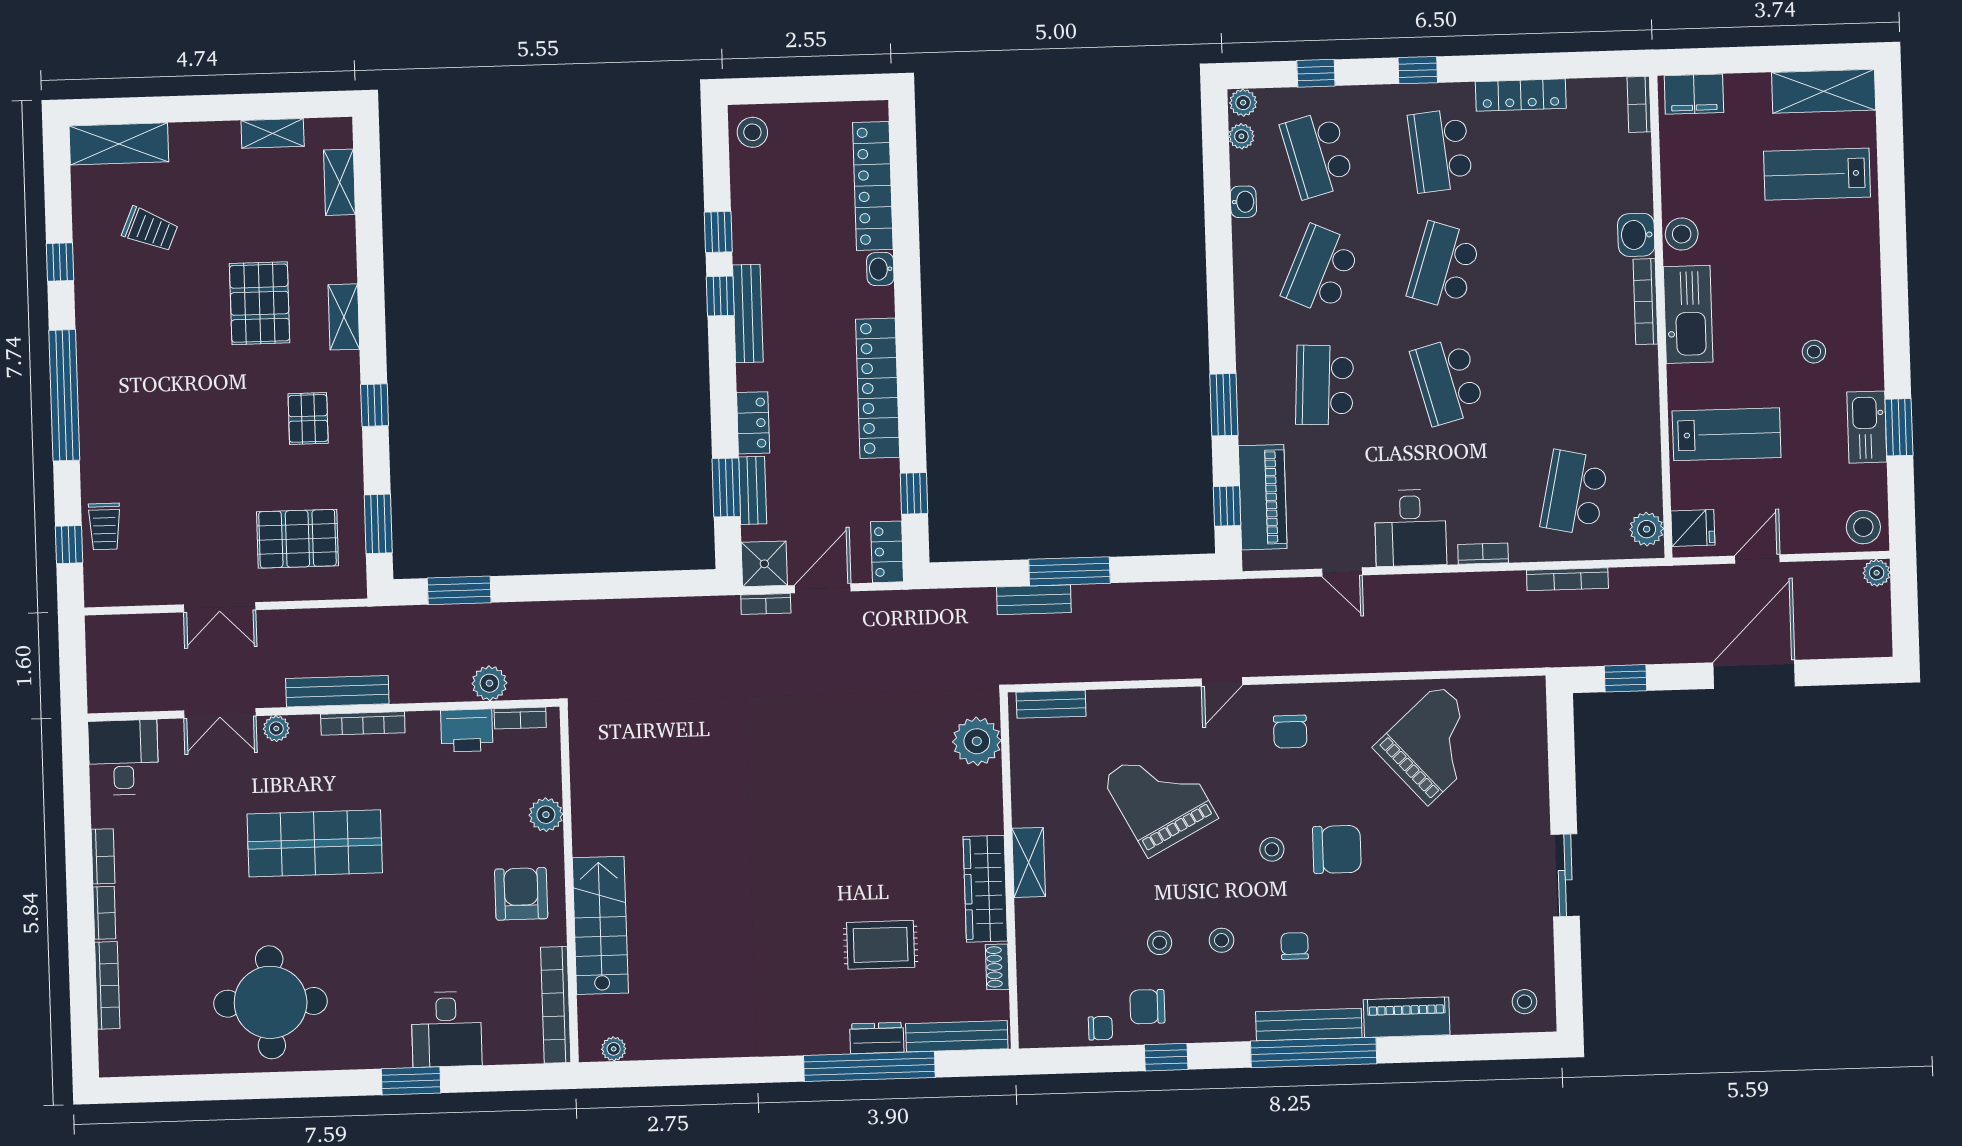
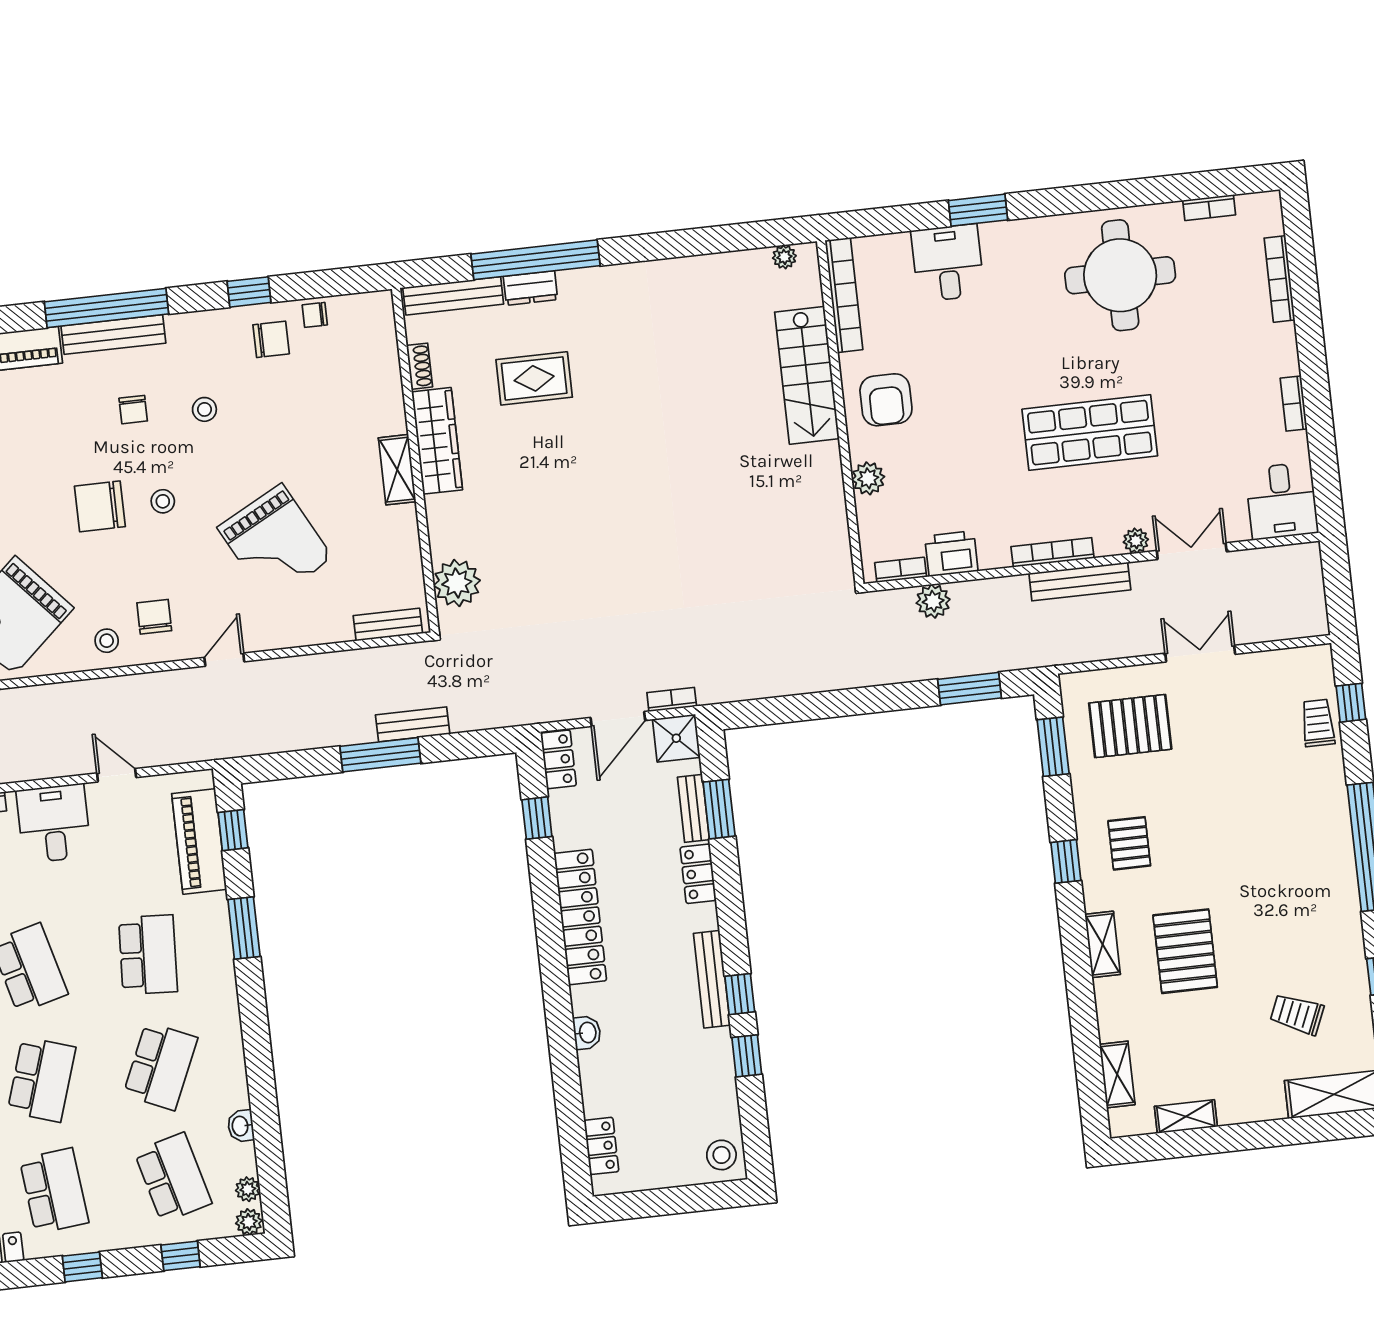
locker: (873, 186) -> (601, 1146), width x0.46, depth x0.83
bookcase: (104, 913) -> (1209, 208), moved, turned -90
stool: (1160, 943) -> (107, 641), moved

